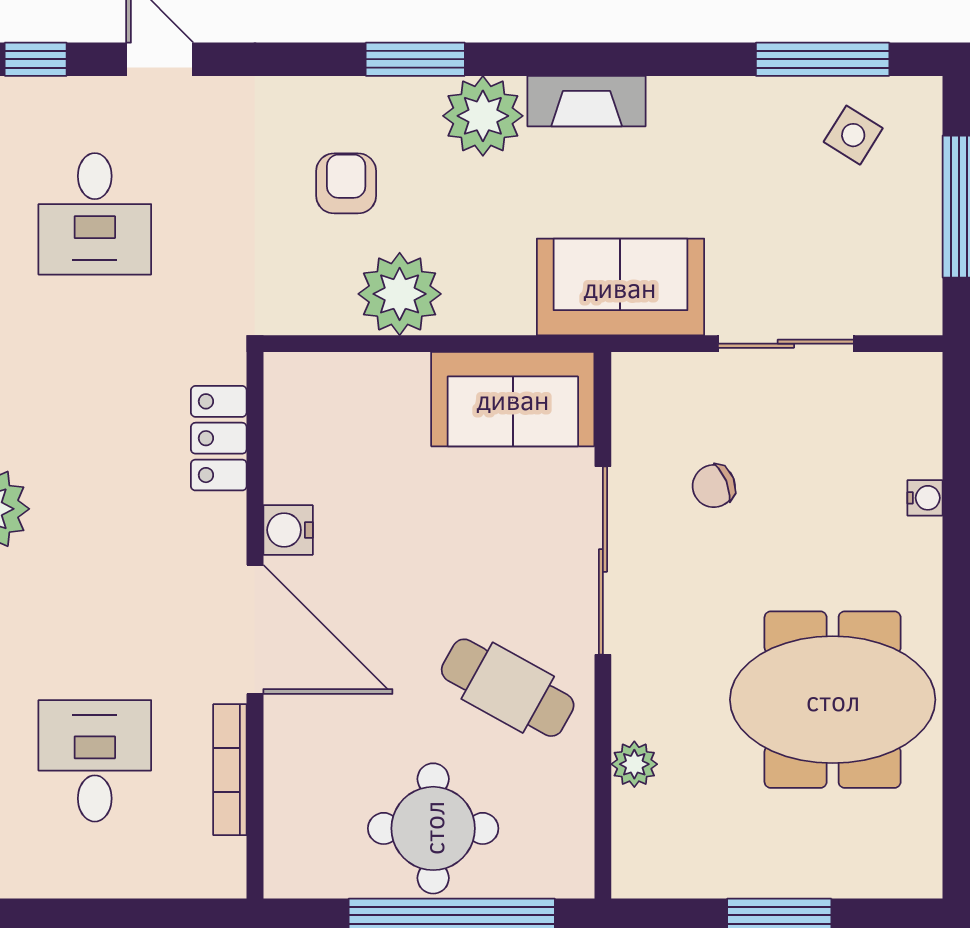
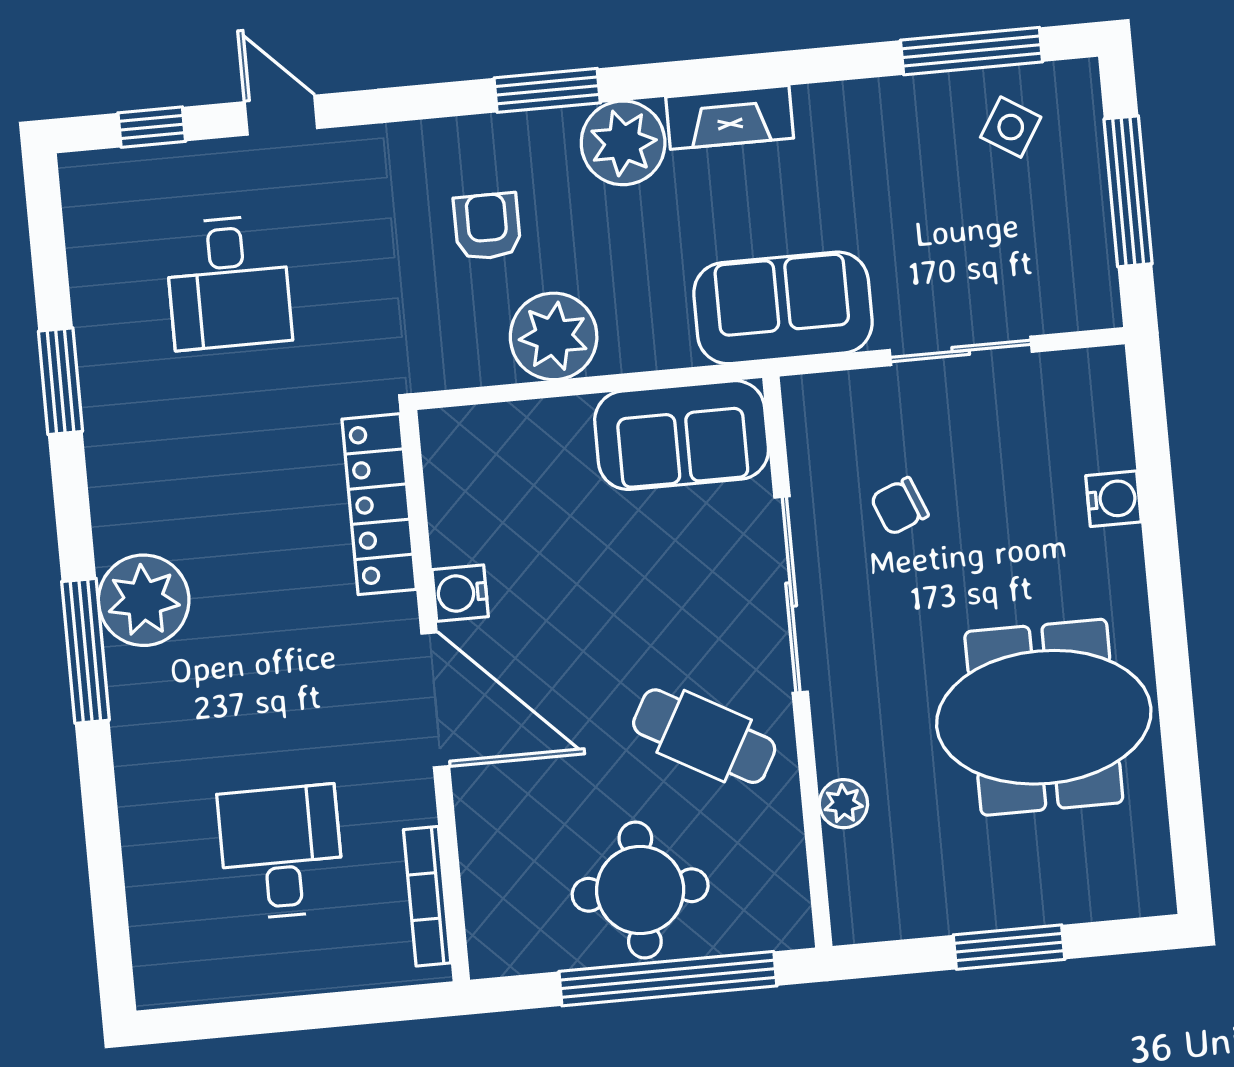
locker: (219, 438) -> (379, 504), width x1.53
water cooler: (925, 498) -> (1113, 499), width x1.38, depth x1.38
bookcase: (230, 770) -> (427, 896), moved

